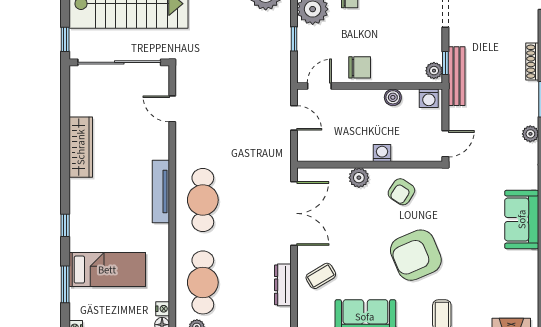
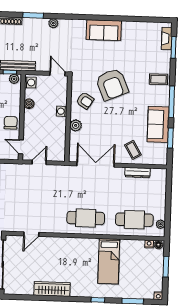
tv unit: (161, 191) -> (80, 243), removed
armchair: (416, 255) -> (112, 84), moved
bed: (107, 270) -> (109, 261), moved, turned 180

